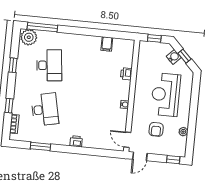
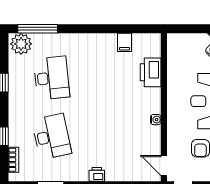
window: (154, 38) -> (186, 29), removed
printer: (126, 74) -> (151, 72), width x1.87, depth x1.48

